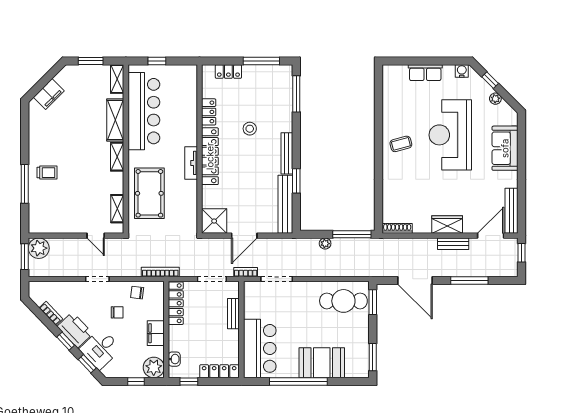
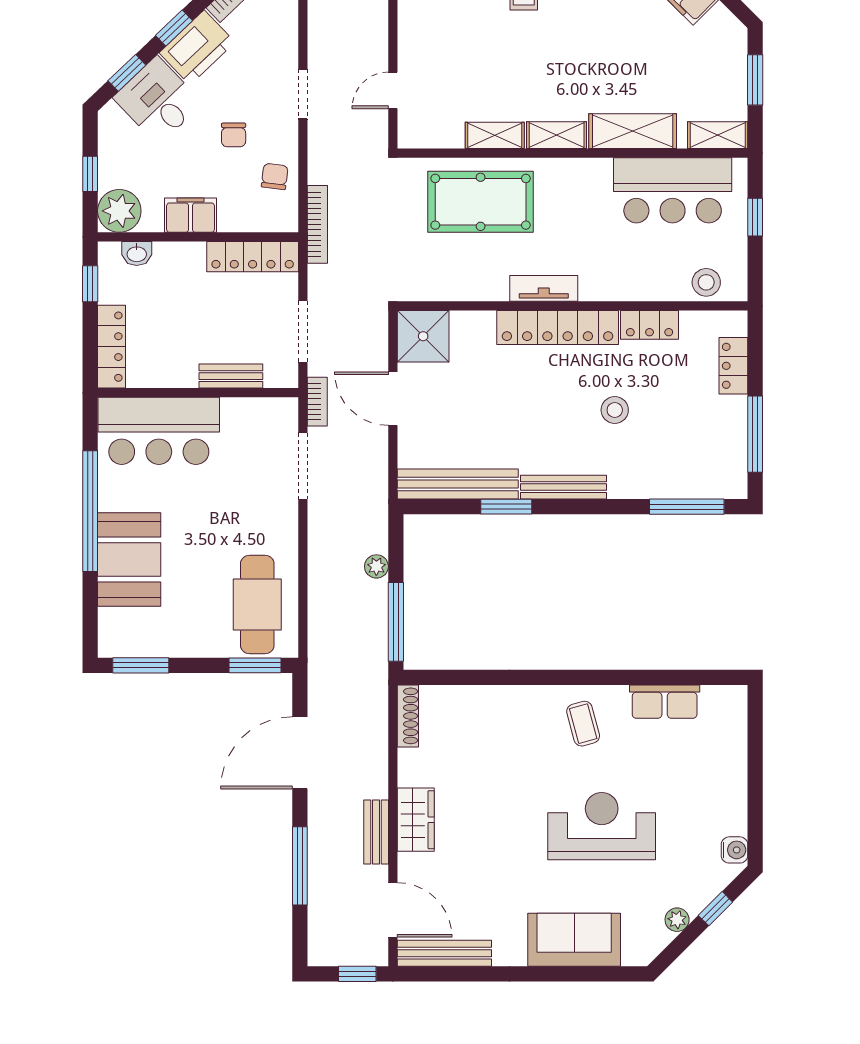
row of seats: (425, 73) -> (665, 702), moved, turned -90
stool: (188, 85) -> (706, 282), added
bar counter: (144, 111) -> (673, 190), width x0.73
reception desk: (450, 135) -> (602, 826), width x0.74, depth x0.77
shelving: (117, 209) -> (495, 135), moved

